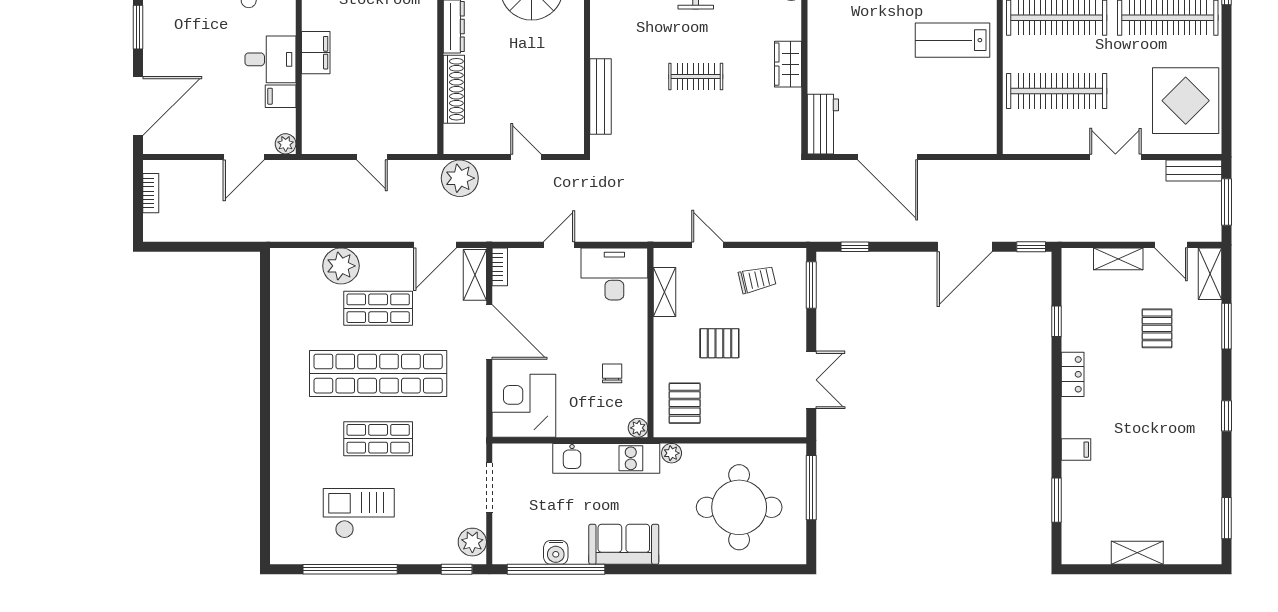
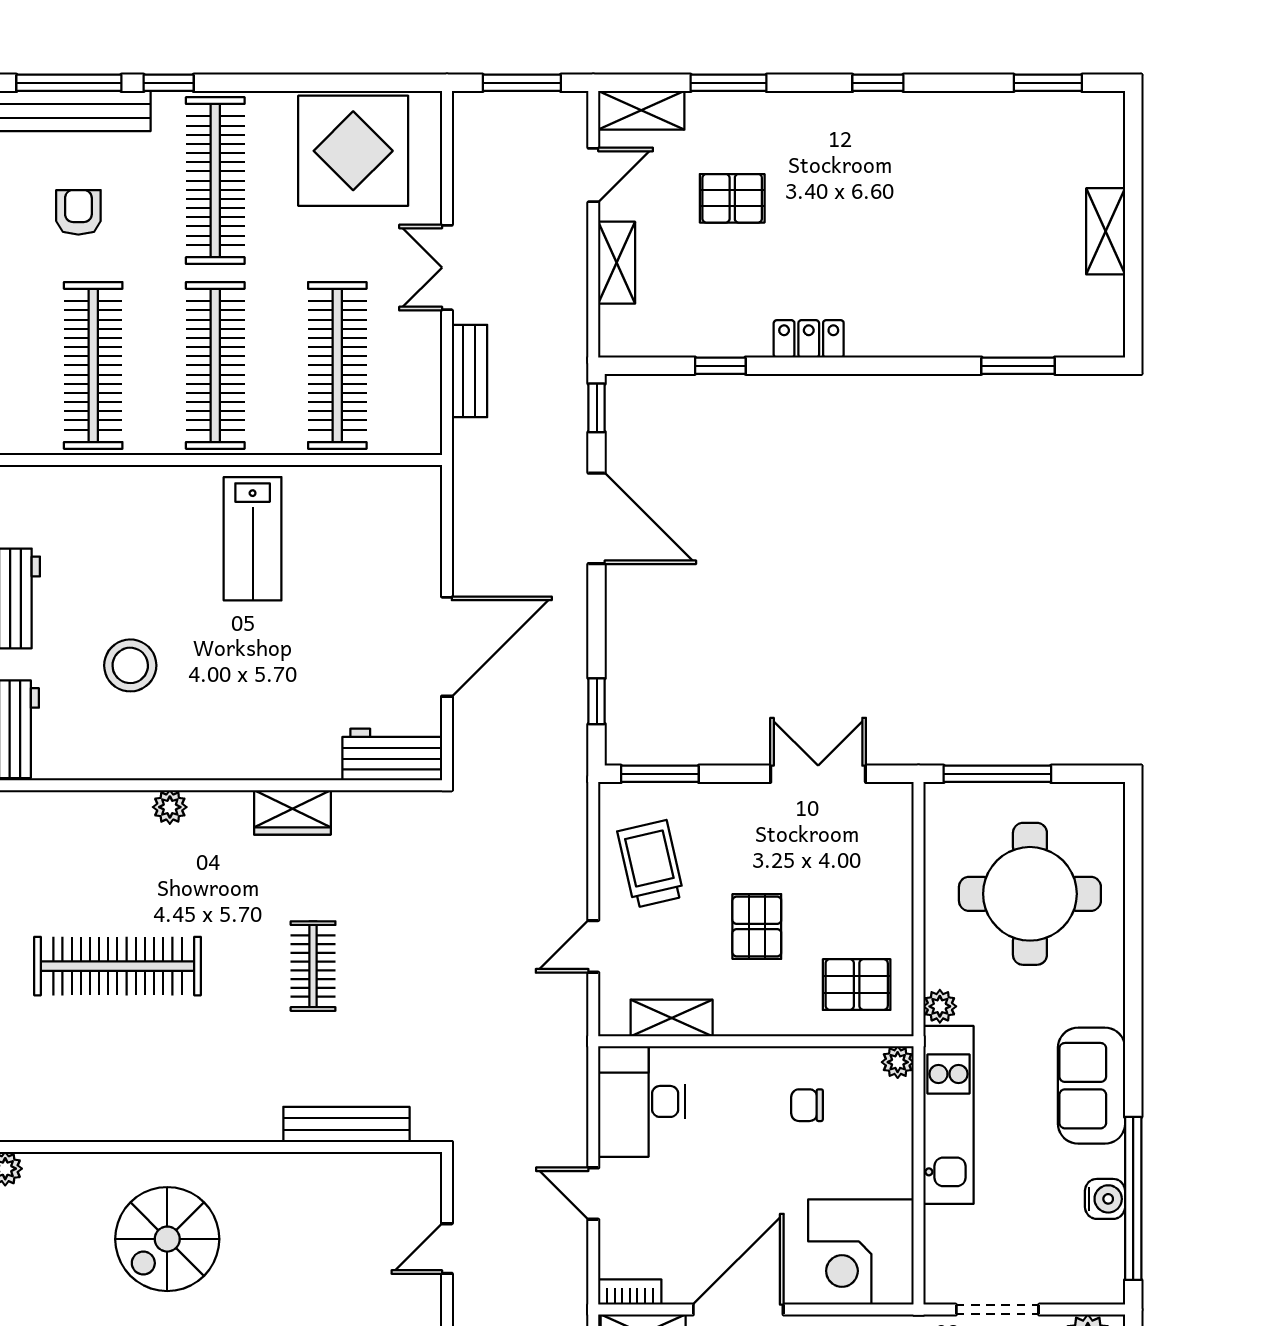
bench: (1194, 170) -> (469, 371), moved
trolley: (757, 279) -> (651, 864), width x1.36, depth x1.39
filing cabinet: (1076, 450) -> (934, 333), removed

